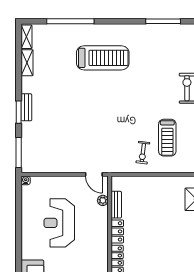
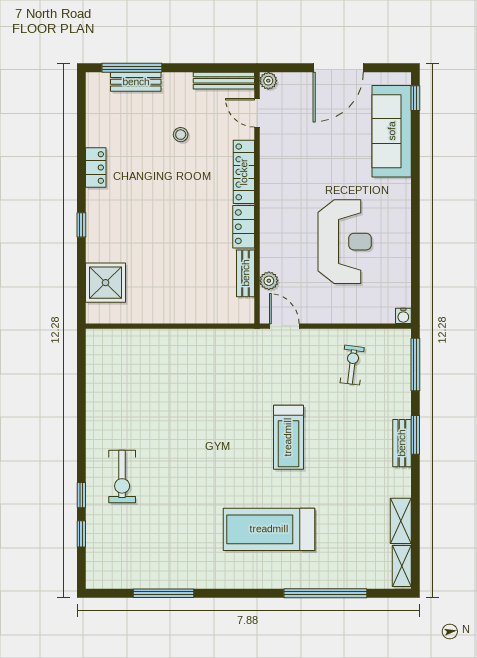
treadmill: (167, 138) -> (288, 437), moved, turned 180
exercise bike: (143, 153) -> (352, 365), moved

